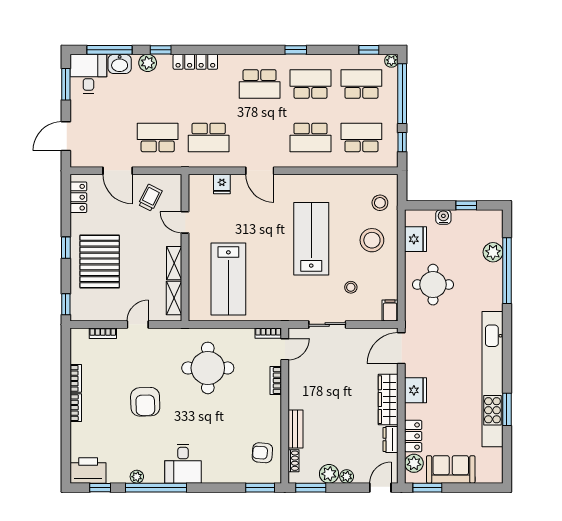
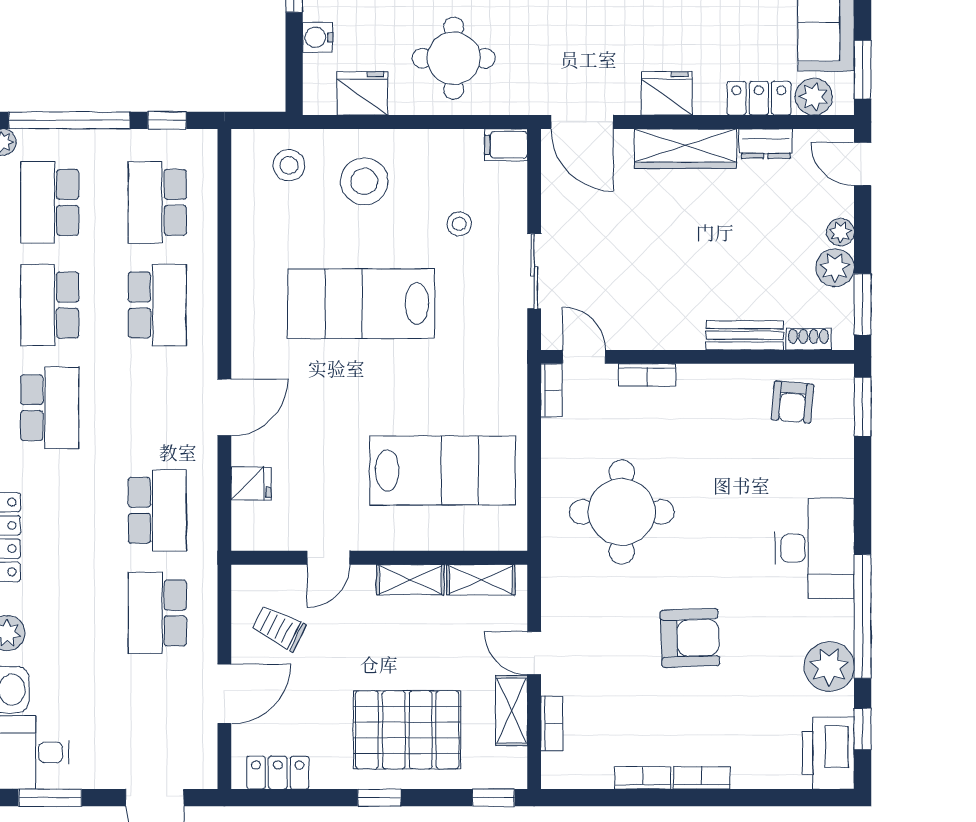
shelving: (109, 313) -> (512, 711), added
desk: (183, 464) -> (815, 548), width x1.37
plant: (137, 477) -> (829, 667), width x1.88, depth x1.88

